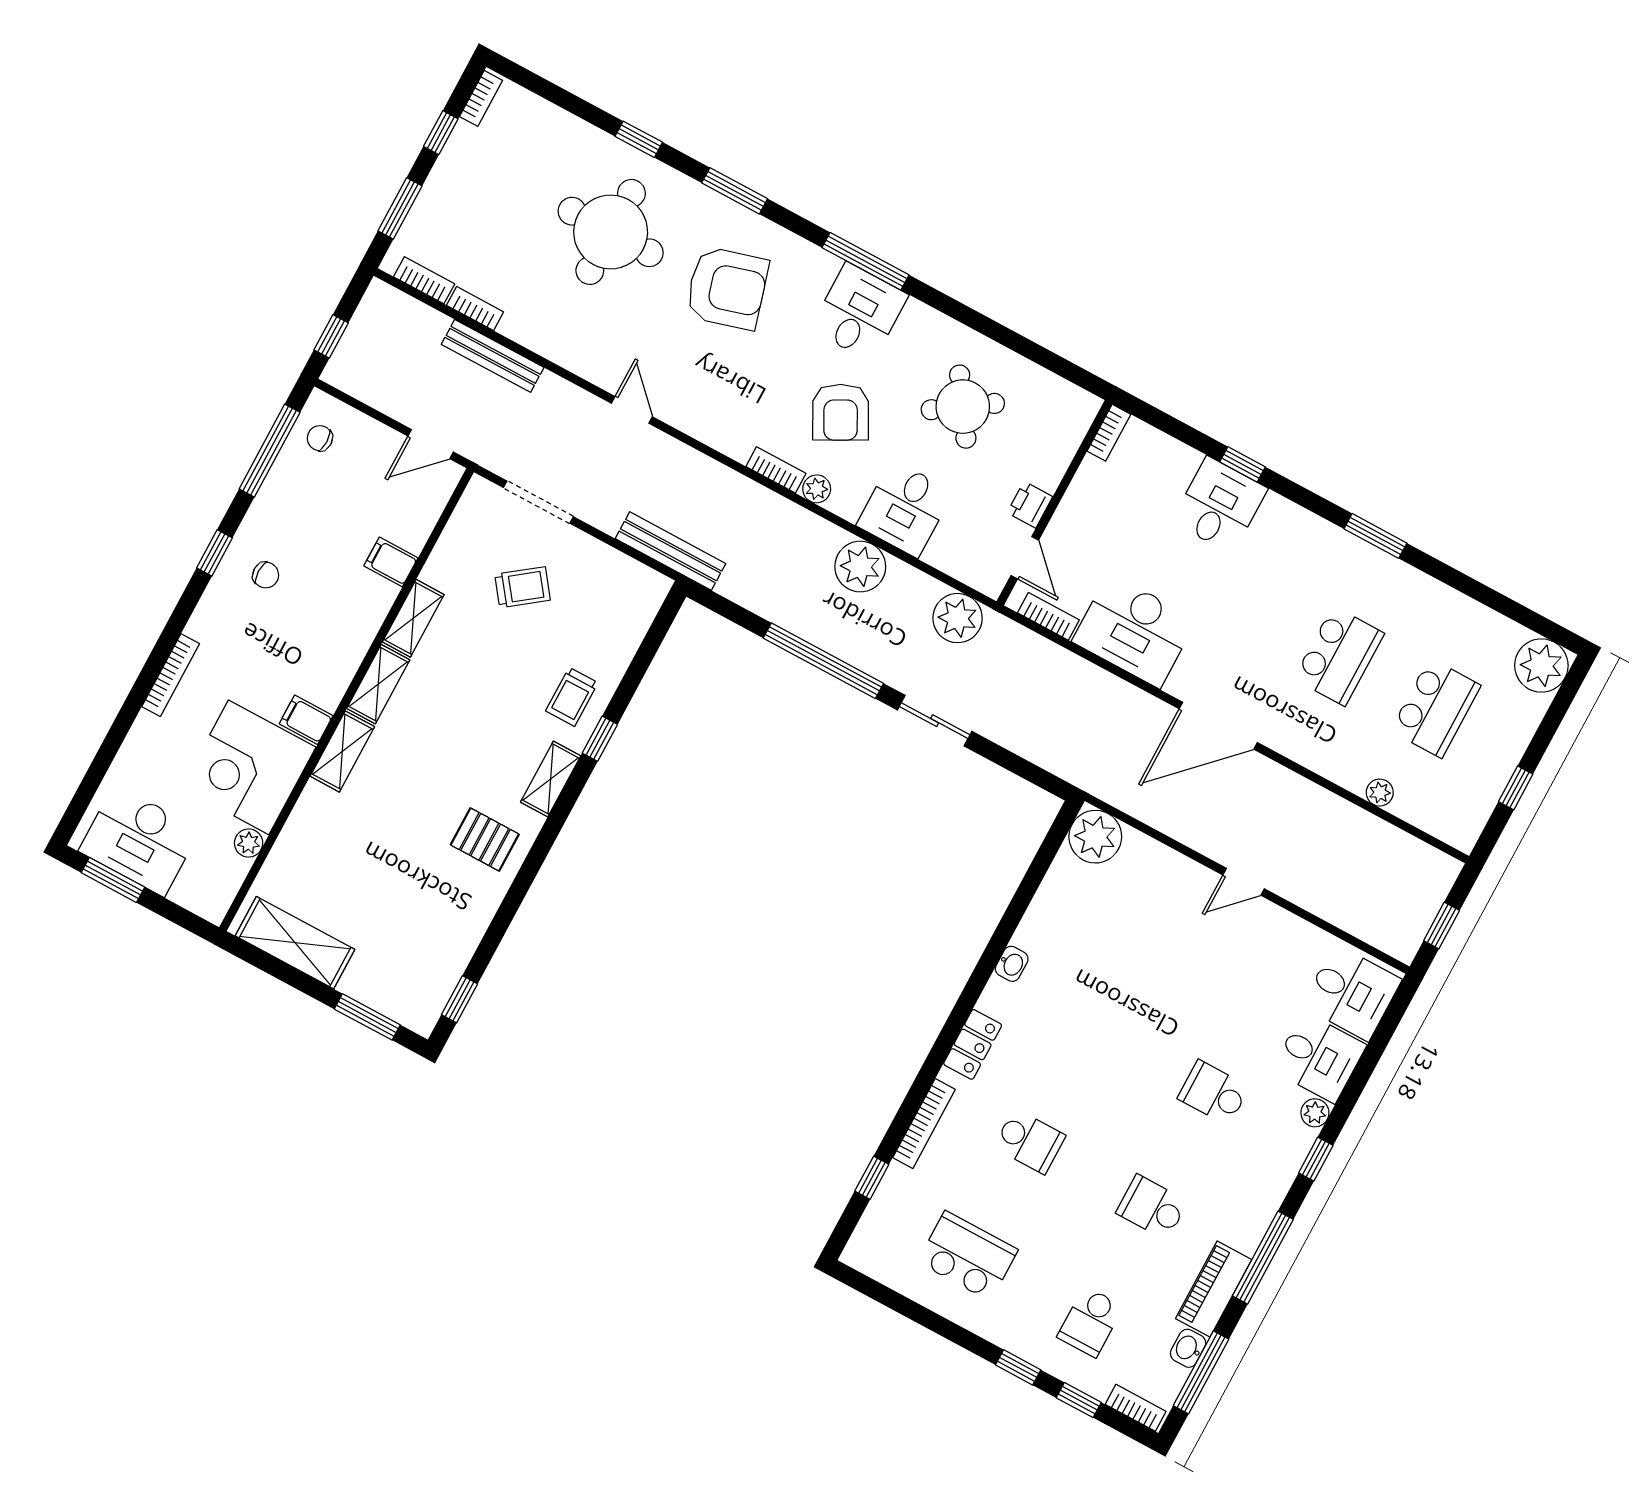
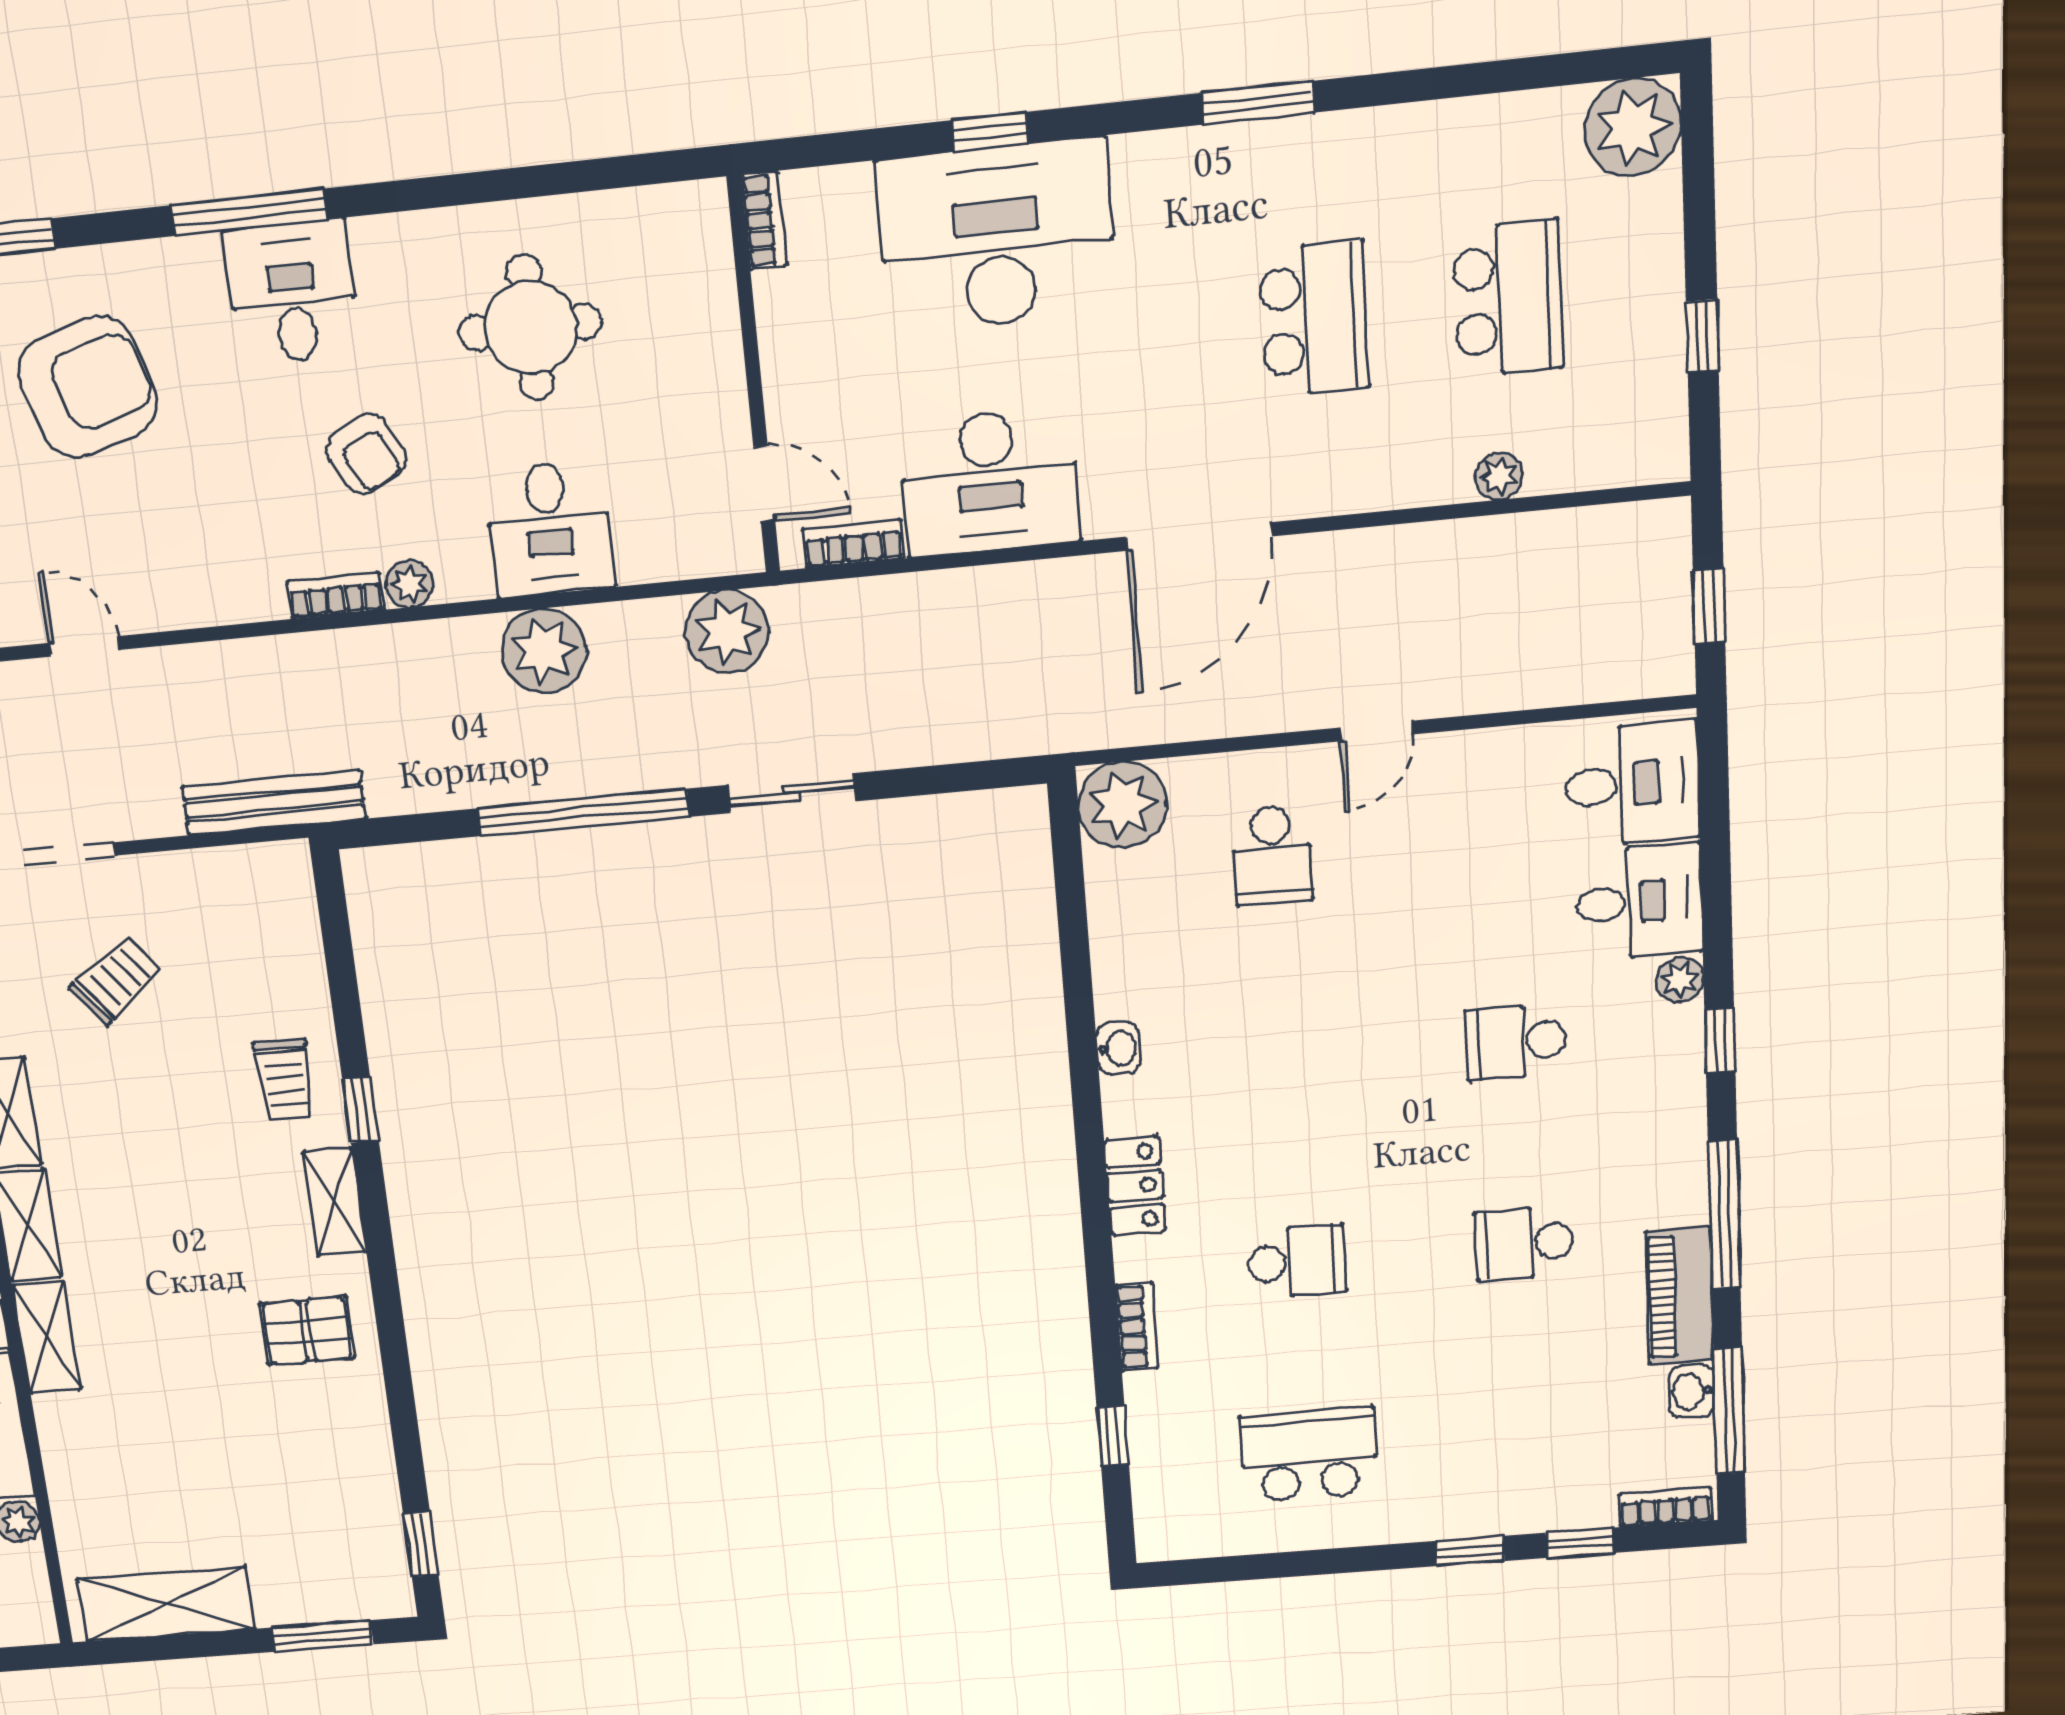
round table: (963, 407) -> (530, 327), turned 34
armchair: (841, 412) -> (367, 454), width x0.72, depth x0.72
printer: (1030, 505) -> (721, 403), removed
desk: (1220, 505) -> (997, 236), width x1.87, depth x1.30
bookcase: (924, 1124) -> (1137, 1326), width x0.64
school desk: (1090, 1322) -> (1272, 855), moved

